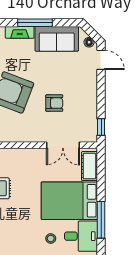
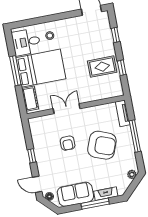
armchair: (54, 103) -> (68, 143), turned -90
window: (101, 127) -> (32, 156), moved
double door: (63, 145) -> (67, 109), moved
window: (101, 220) -> (15, 71), moved

